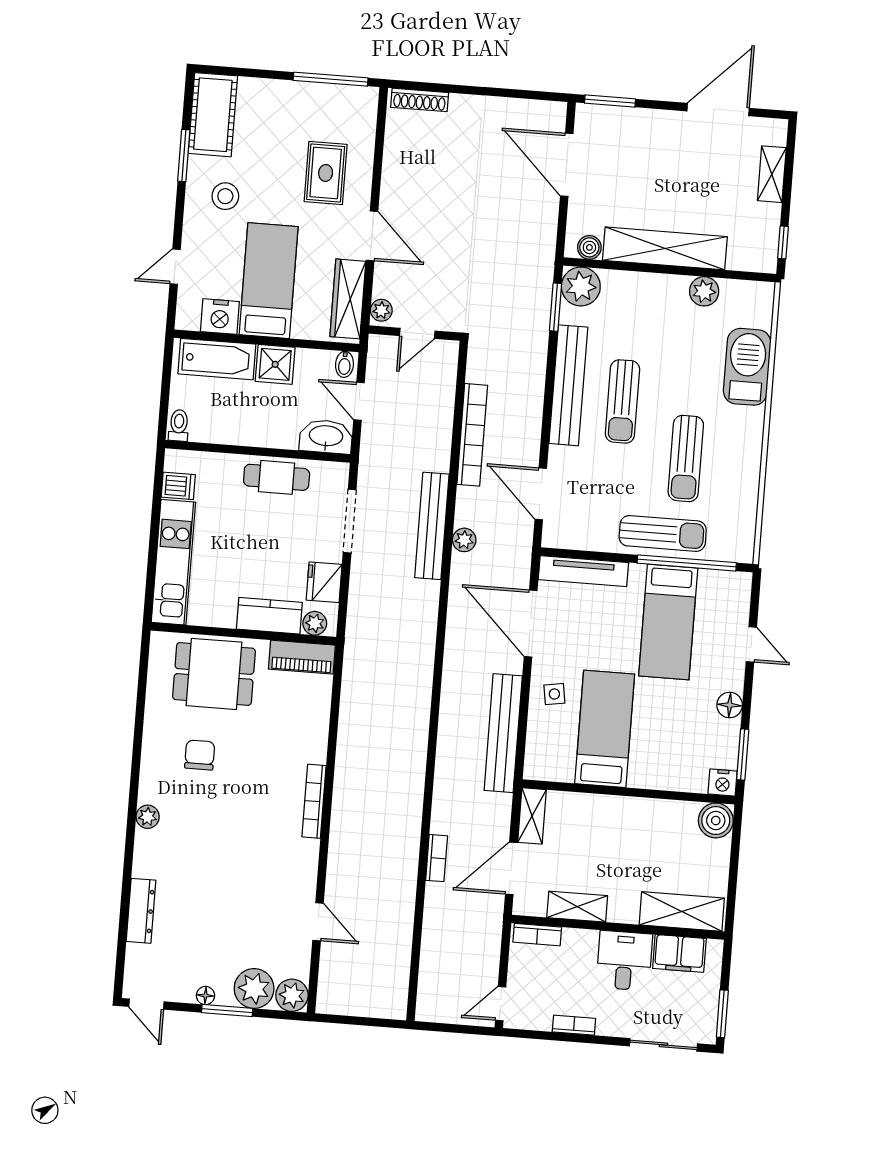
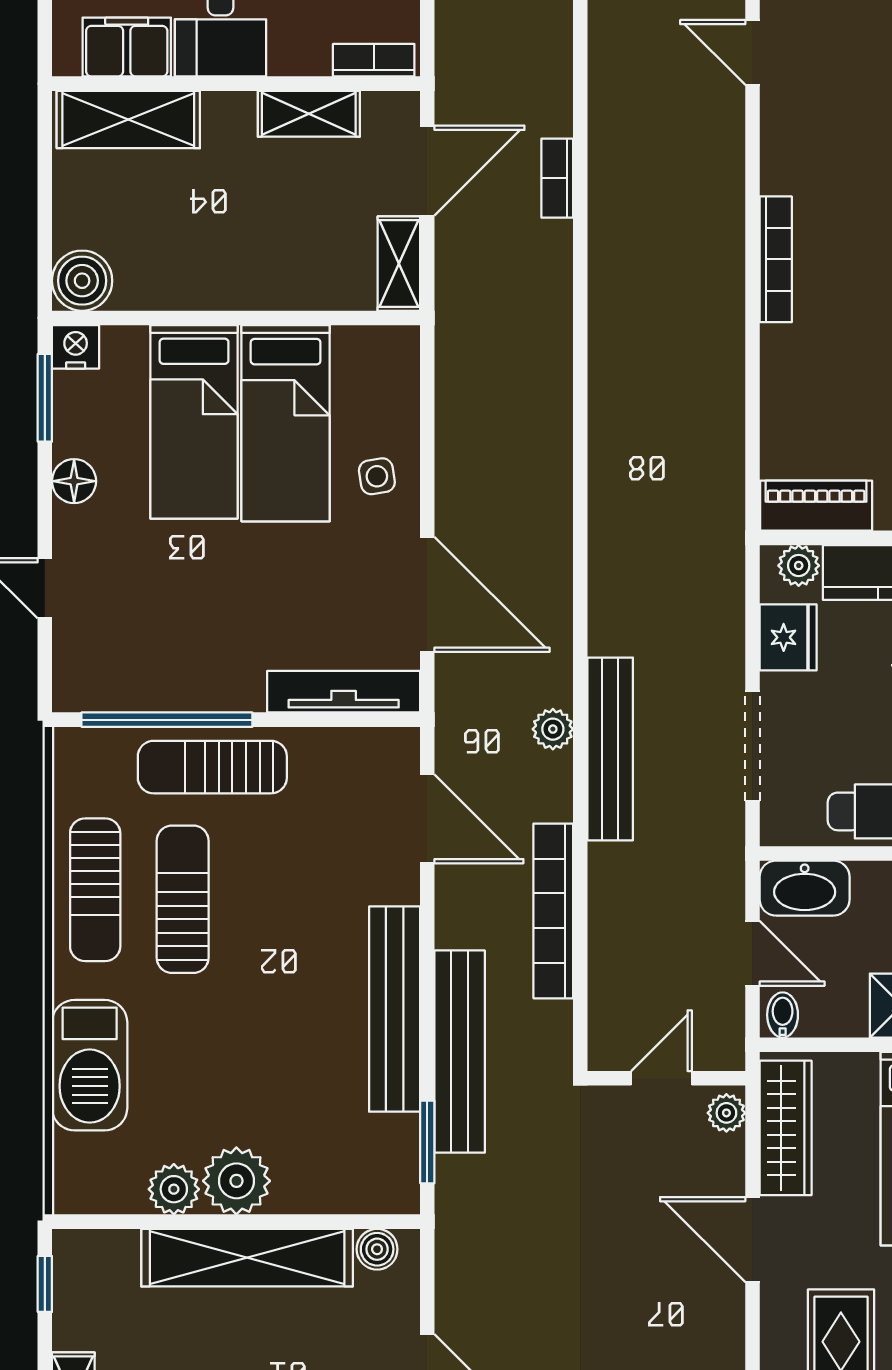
plant: (581, 286) -> (236, 1181), moved
sun lounger: (622, 401) -> (95, 890), moved, turned 180
bed: (668, 622) -> (194, 422), moved, turned 180
bench: (503, 733) -> (460, 1052), moved

